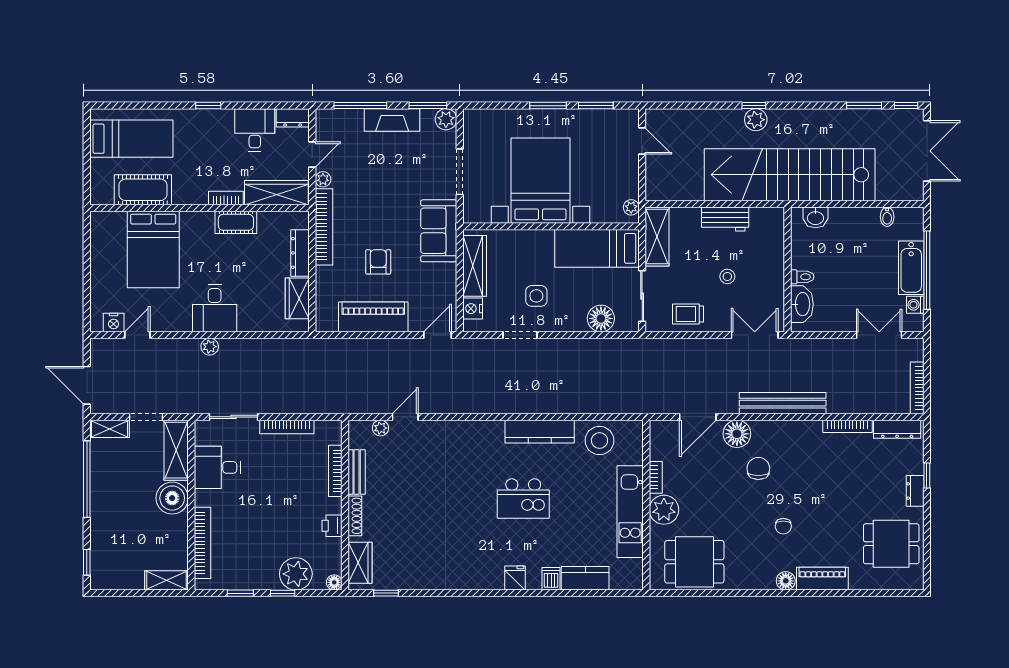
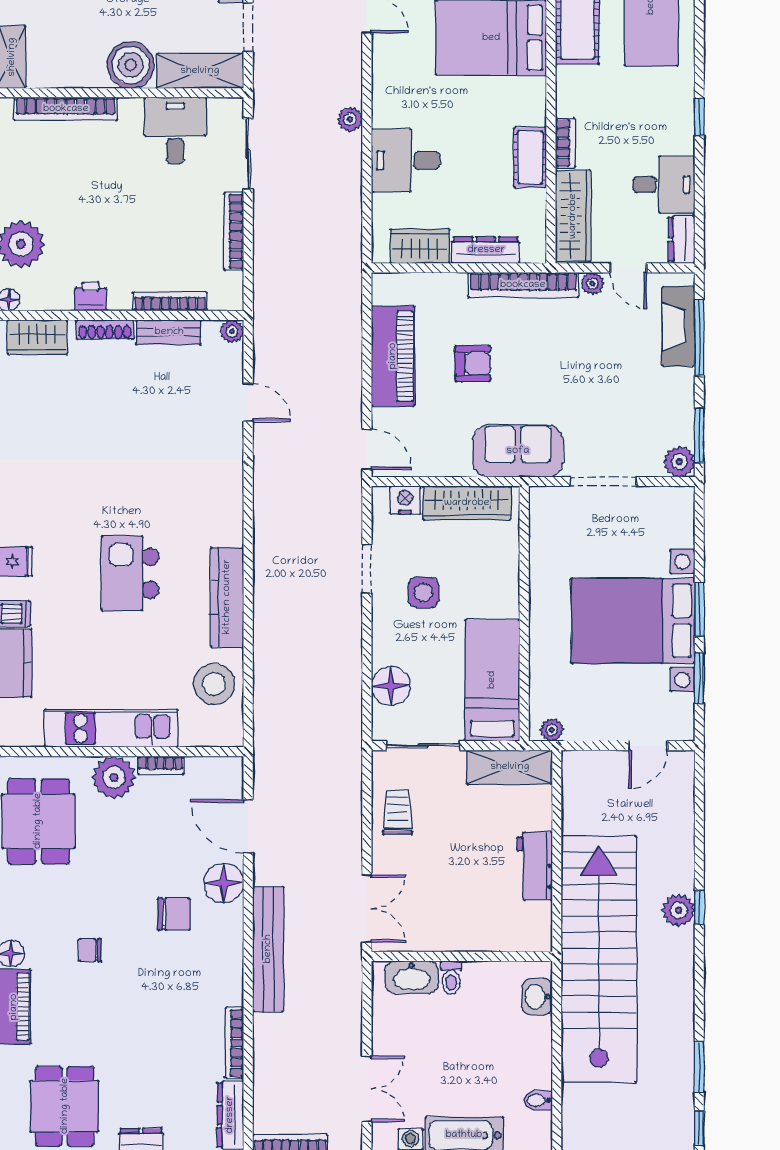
fireplace: (392, 120) -> (678, 326), moved
bed with nightstands: (540, 181) -> (633, 621), moved, turned 180
stool: (727, 276) -> (452, 869), removed
desk: (215, 308) -> (406, 160), moved
plant: (380, 428) -> (232, 331), moved

